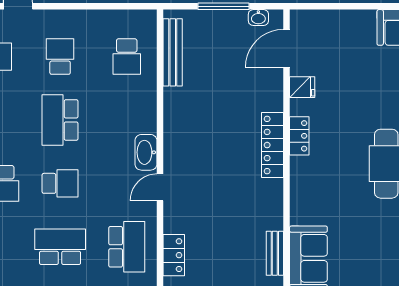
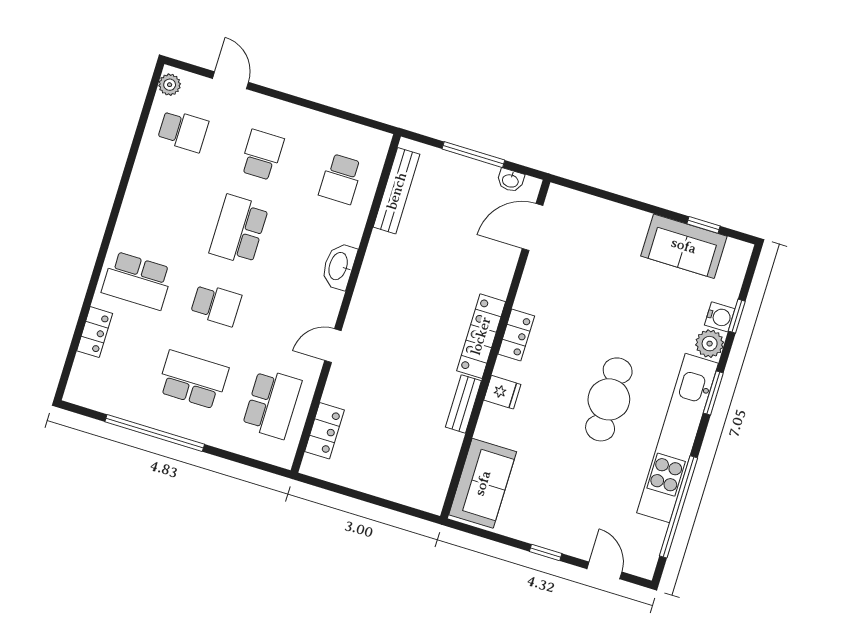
fridge: (302, 87) -> (502, 392), moved
washbasin: (146, 152) -> (339, 266), moved
bench: (275, 253) -> (463, 404), moved

